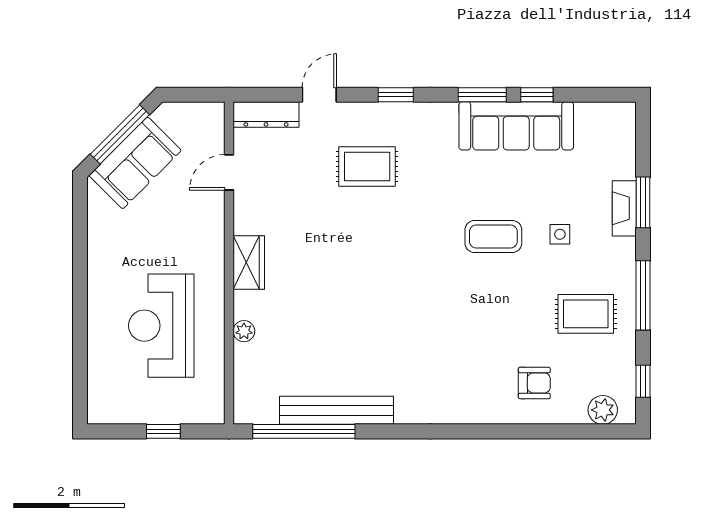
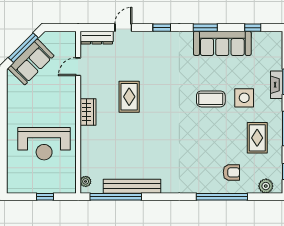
window: (537, 95) -> (253, 28), moved
rug: (367, 167) -> (129, 97), moved, turned 90
side table: (560, 234) -> (244, 98), width x1.87, depth x1.87
rug: (586, 314) -> (257, 138), turned 90
reception desk: (161, 326) -> (44, 144), turned -90
plant: (244, 331) -> (86, 181), moved
window: (515, 431) -> (222, 197), added

